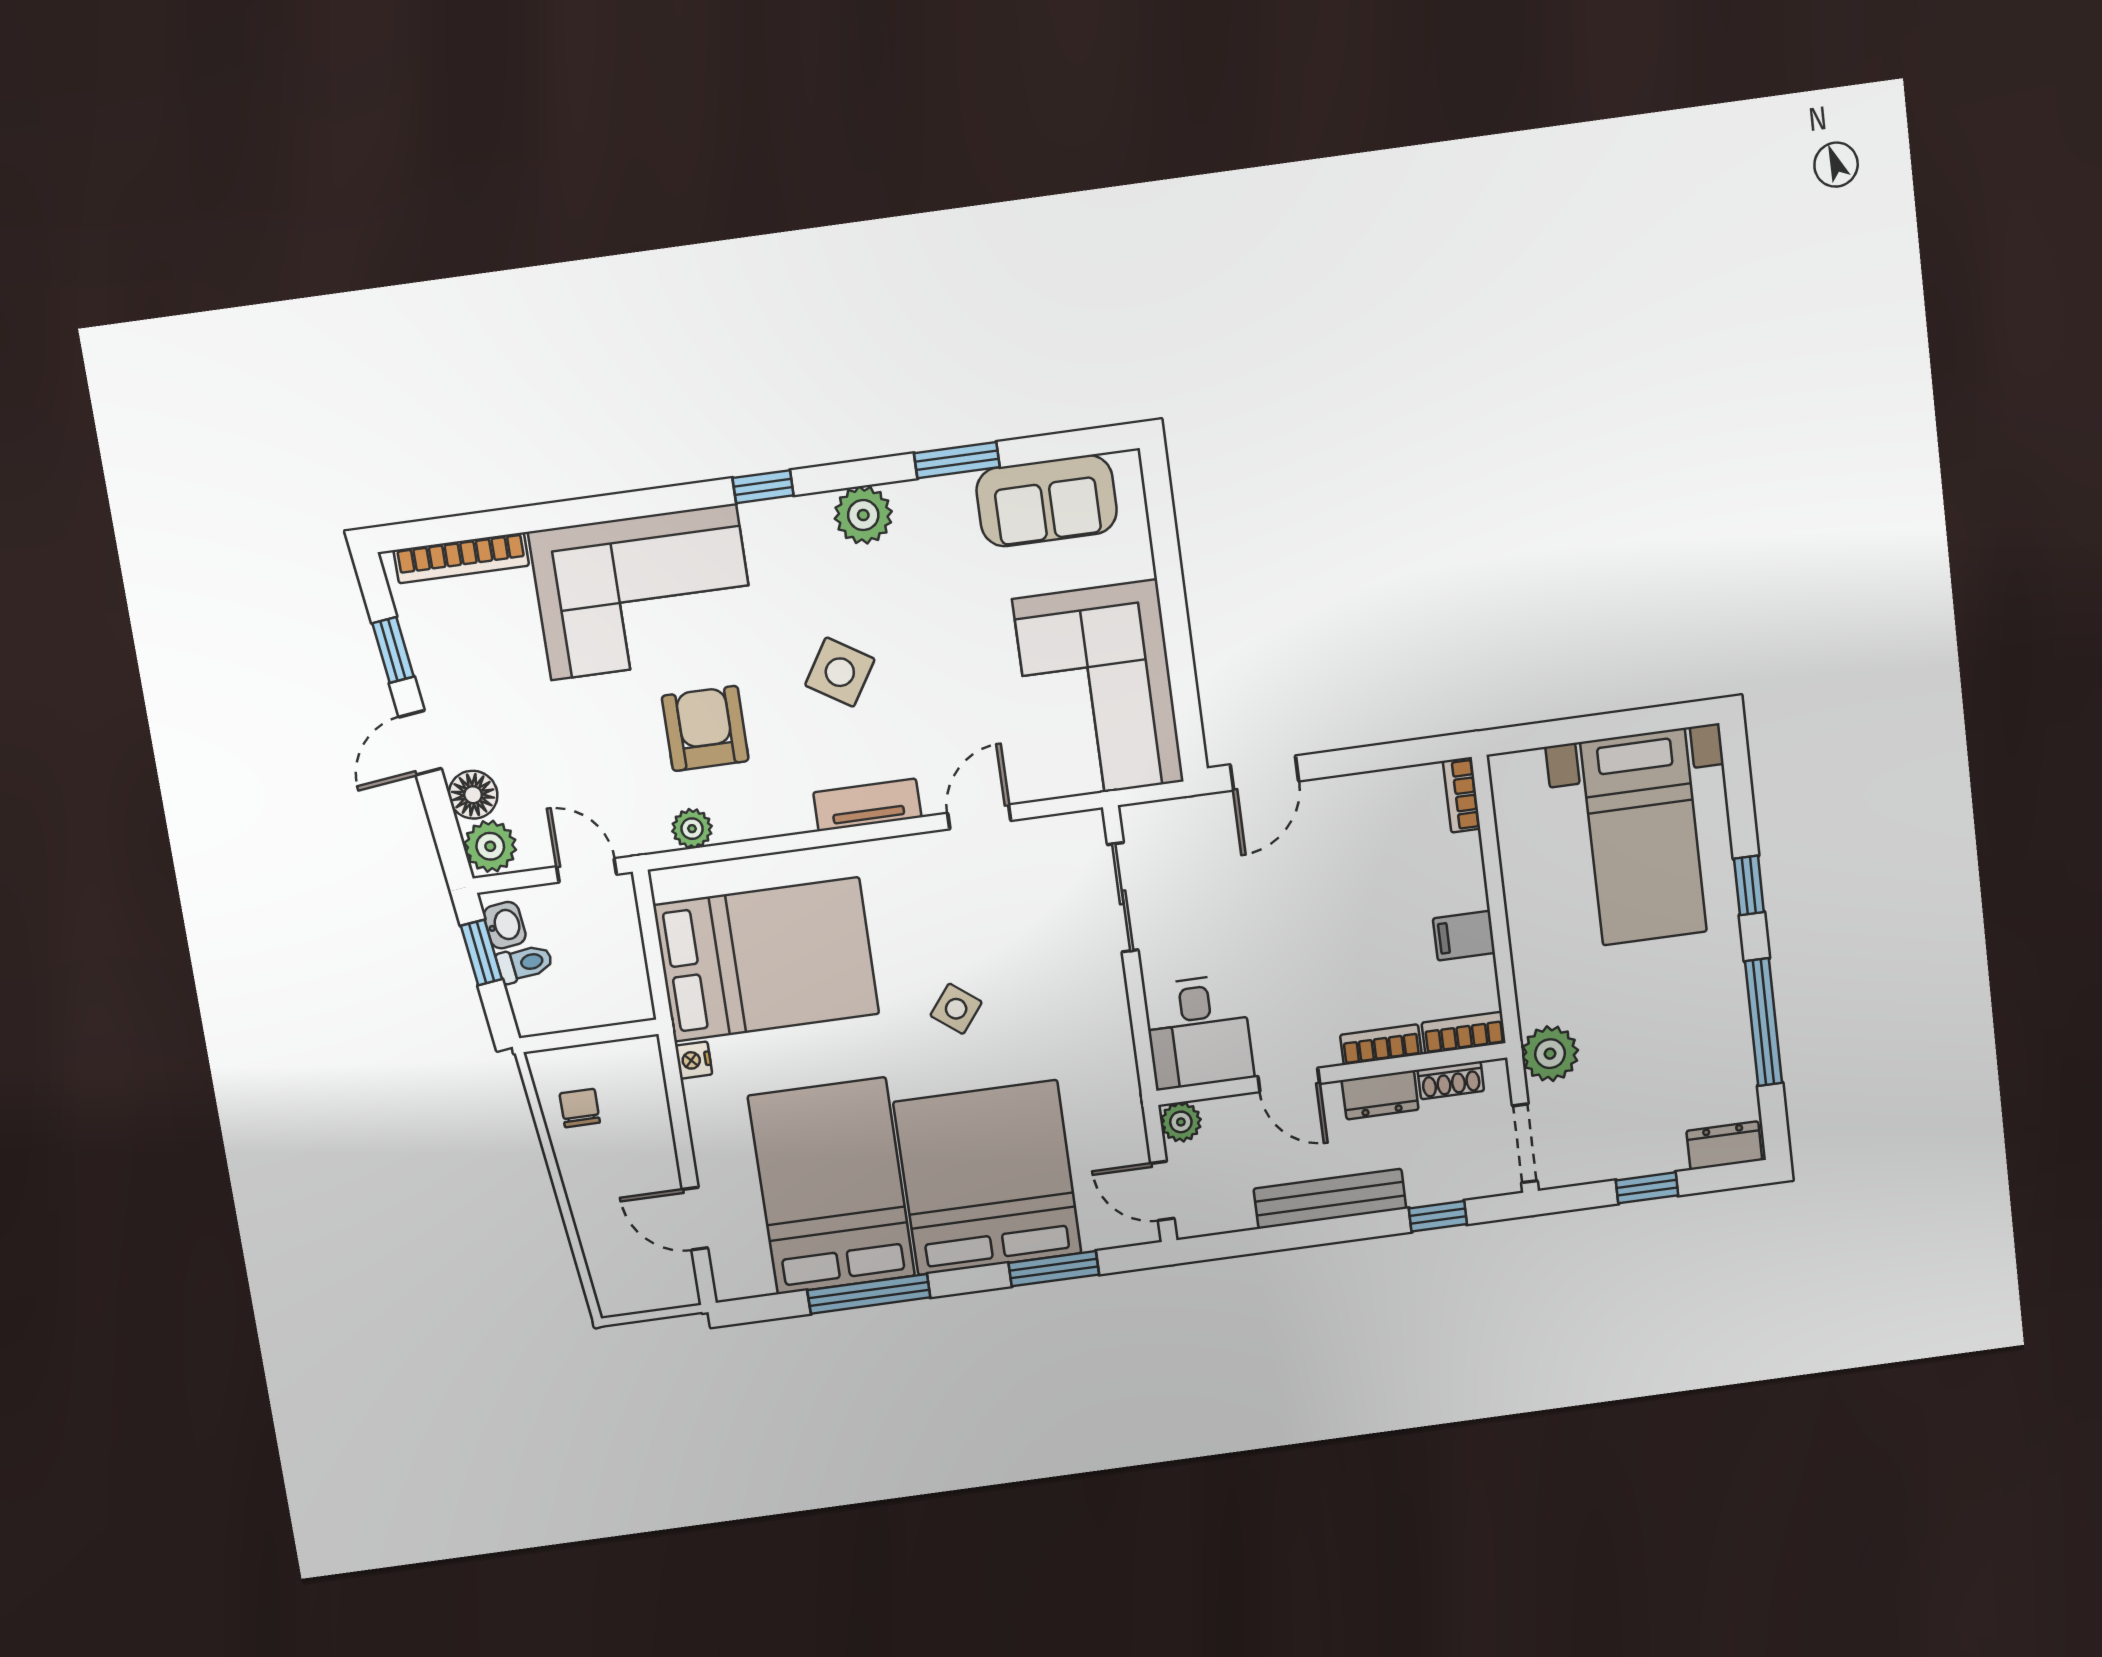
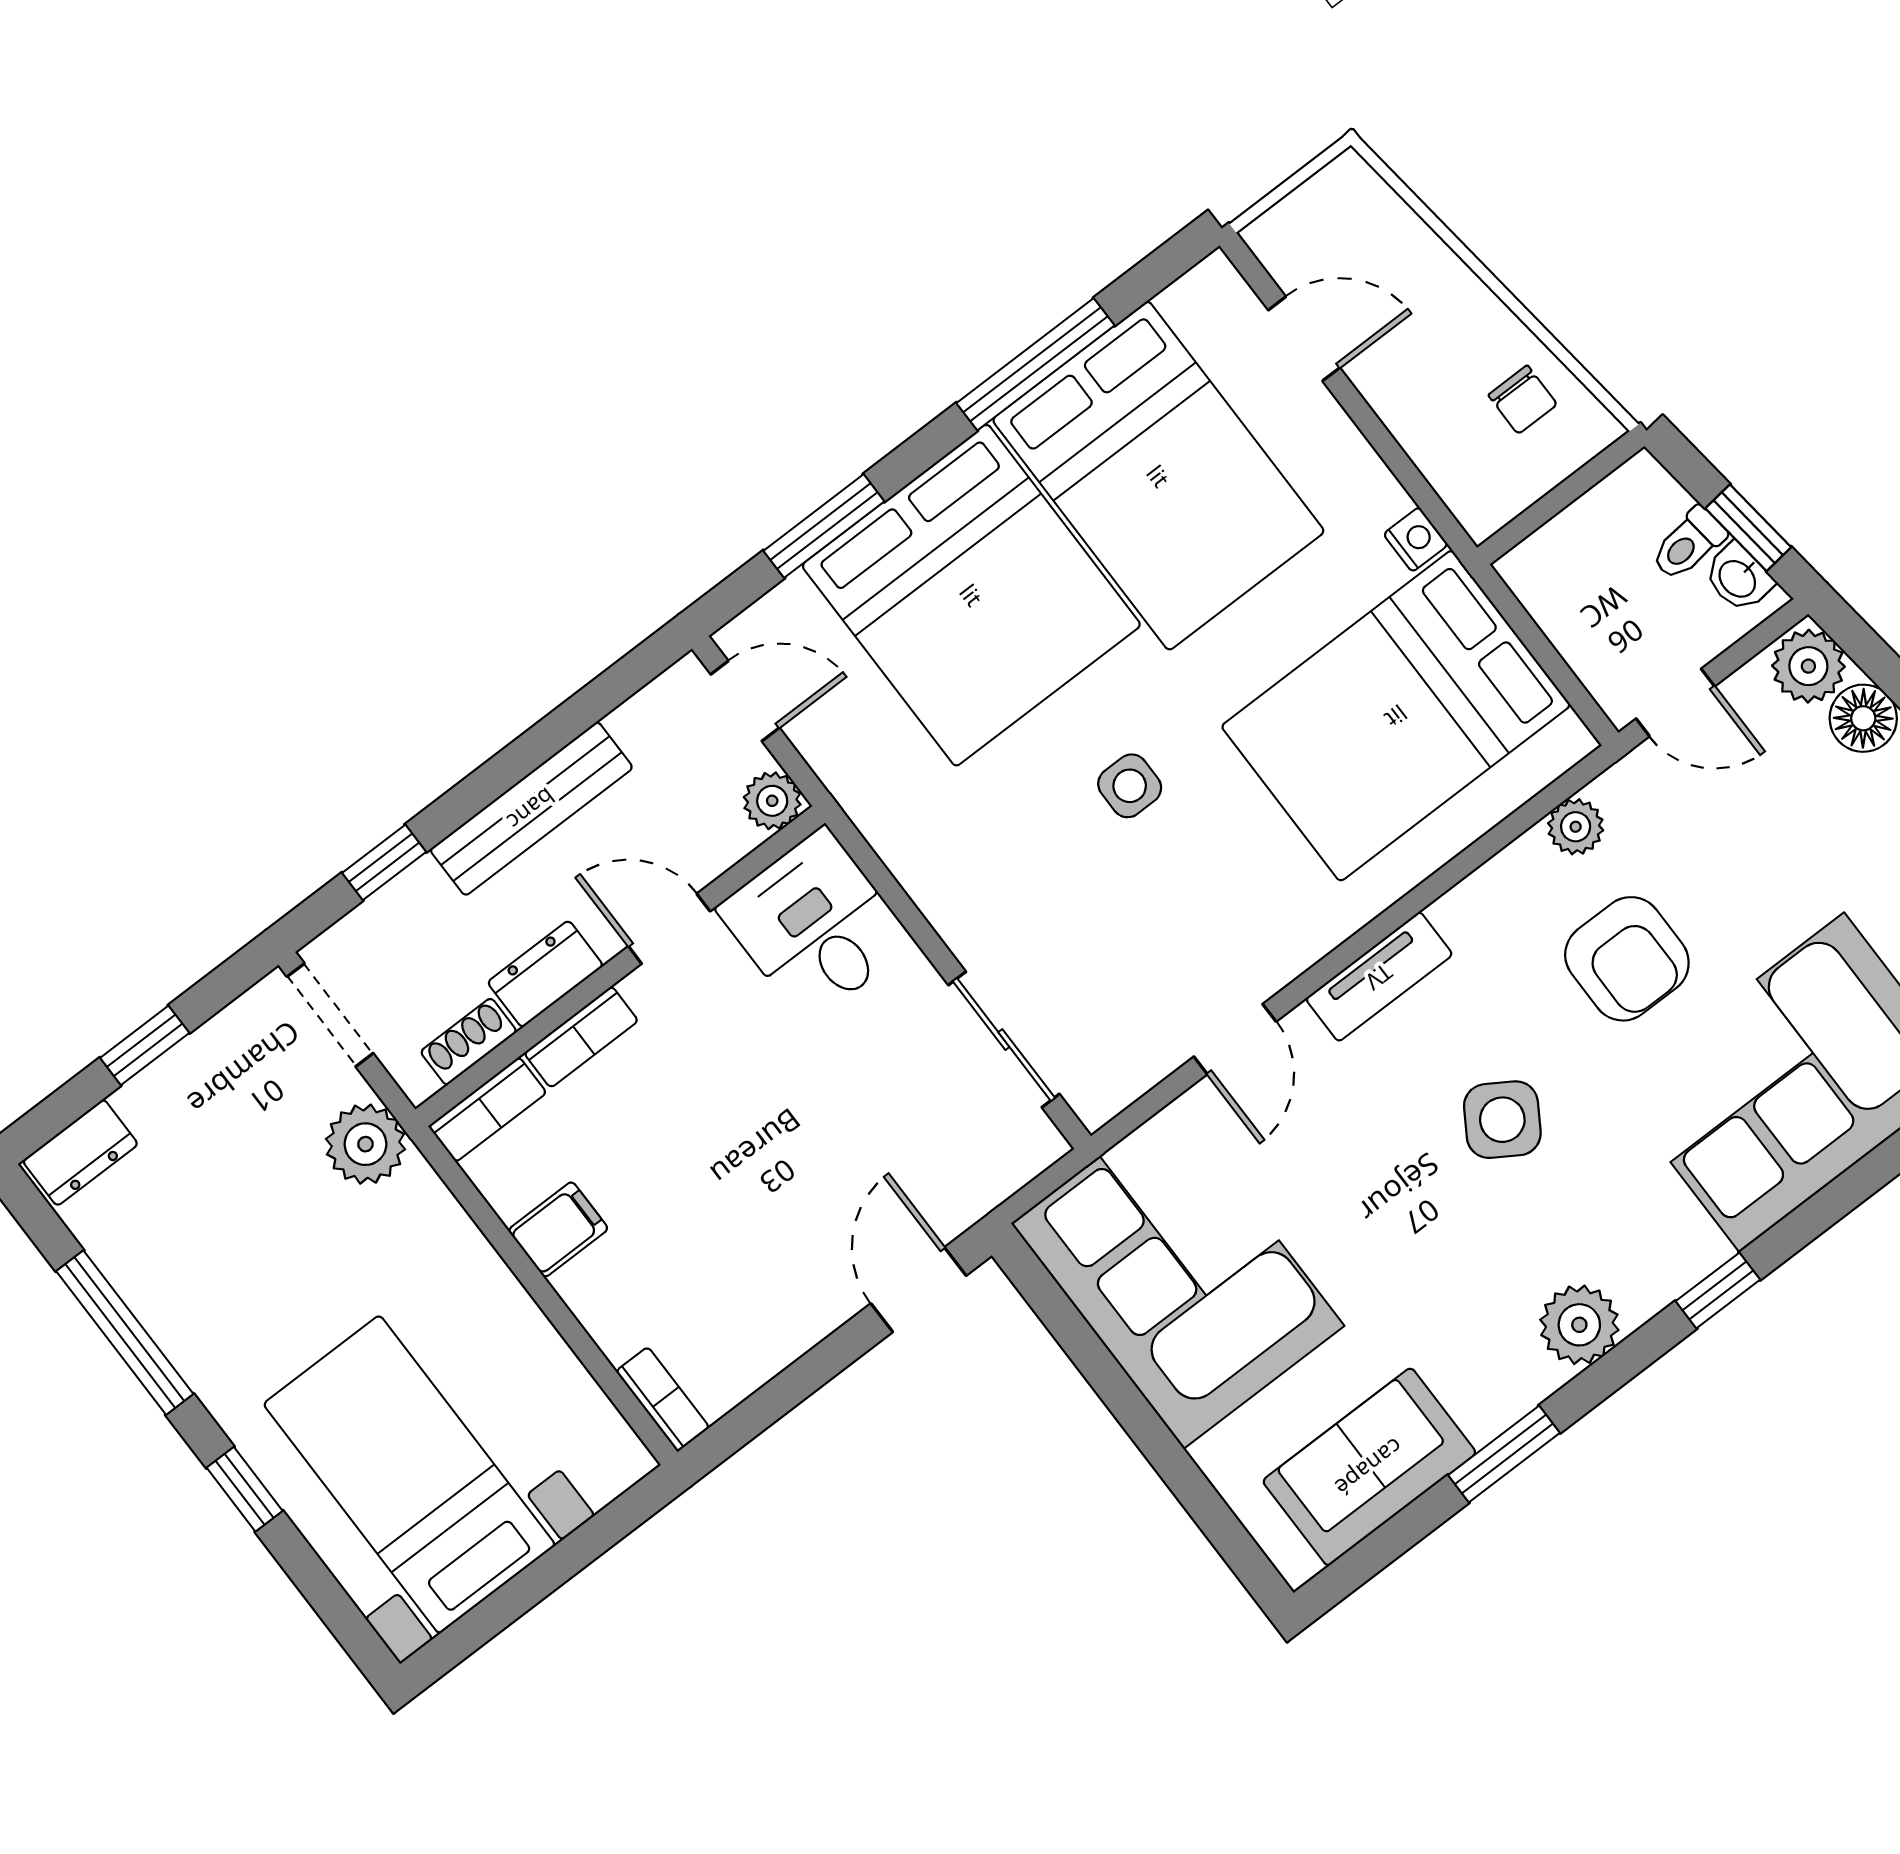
side table: (956, 1009) -> (1130, 786), turned -38

